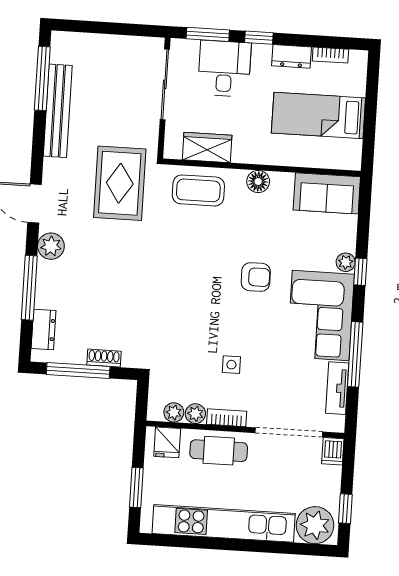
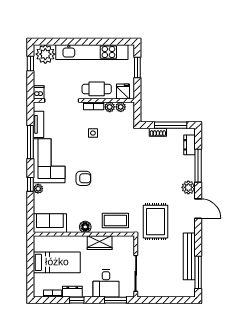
window: (259, 38) -> (77, 300), moved
wardrobe: (207, 147) -> (100, 243), moved
armchair: (256, 277) -> (83, 178), turned 180

